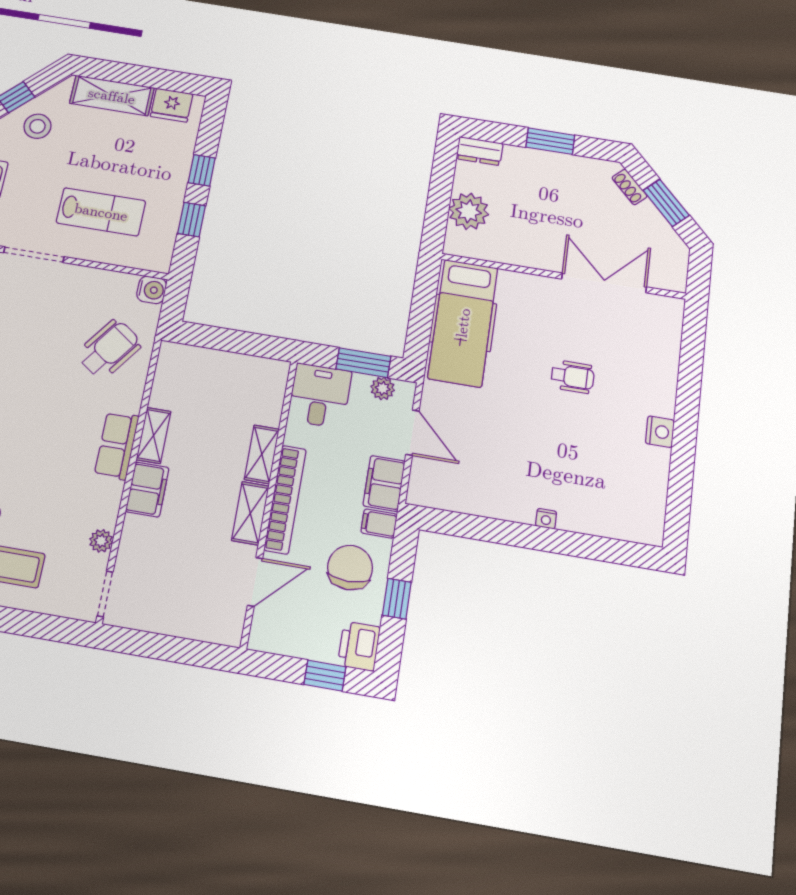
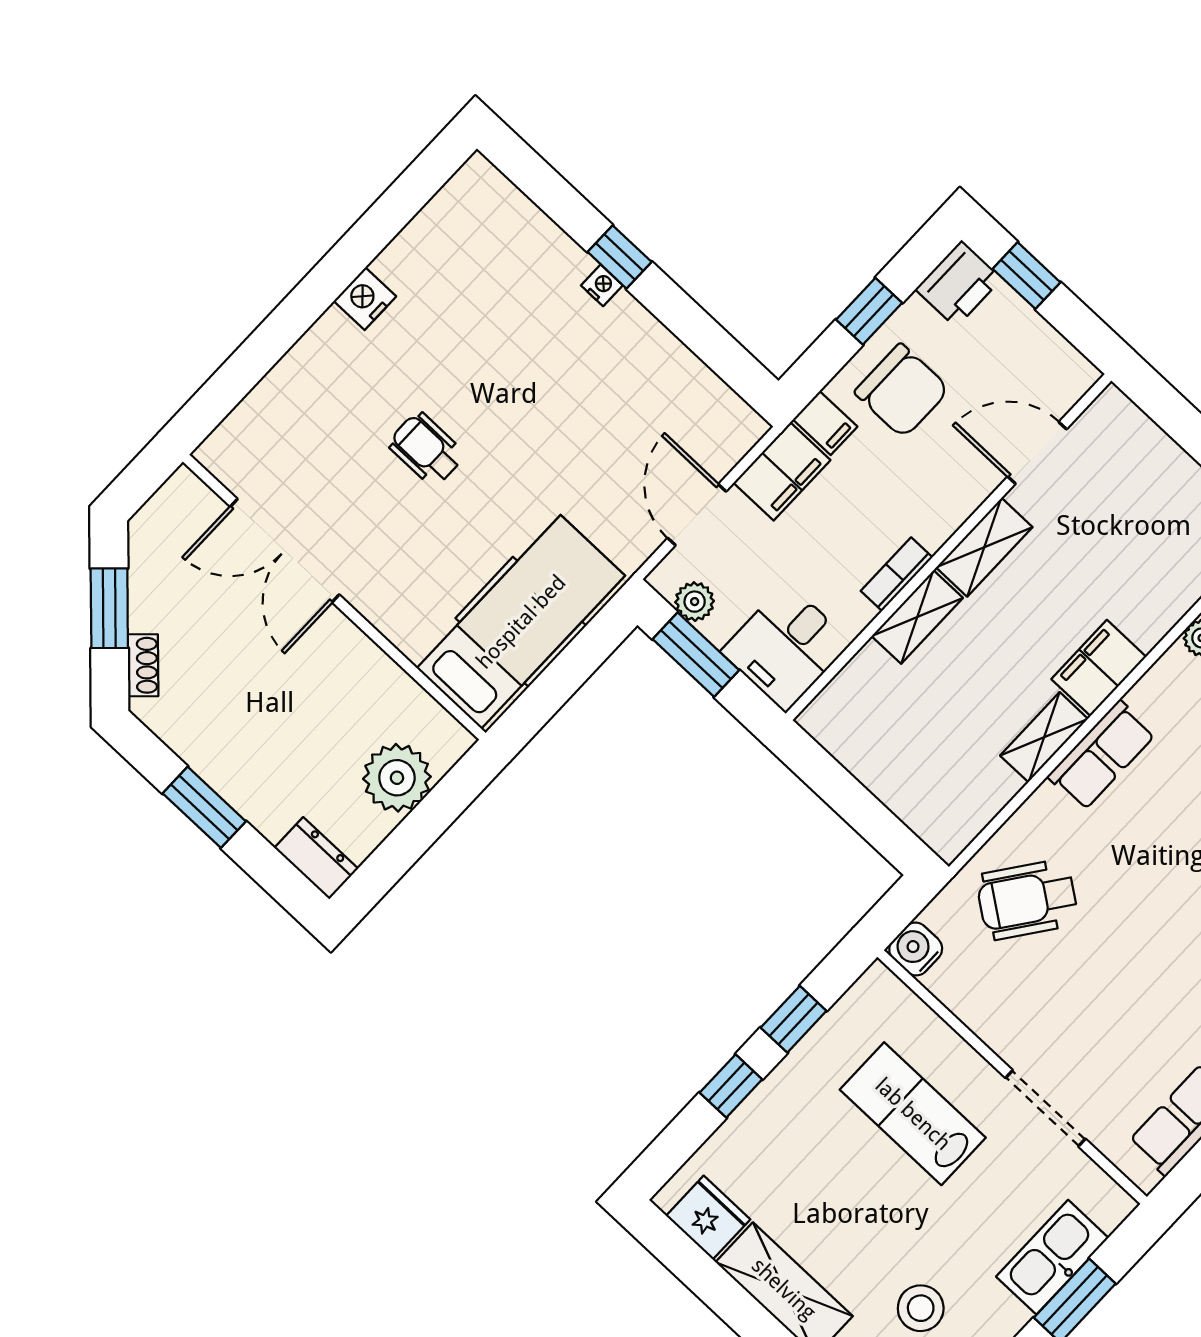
bookcase: (285, 499) -> (897, 574), width x0.43, depth x0.76
window: (548, 540) -> (620, 257), added
chair: (350, 568) -> (902, 391), turned -90

